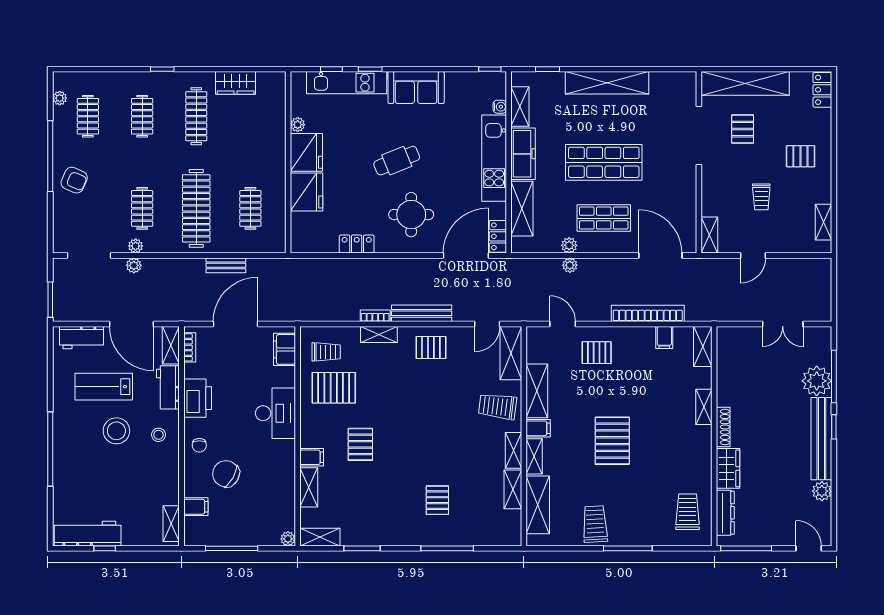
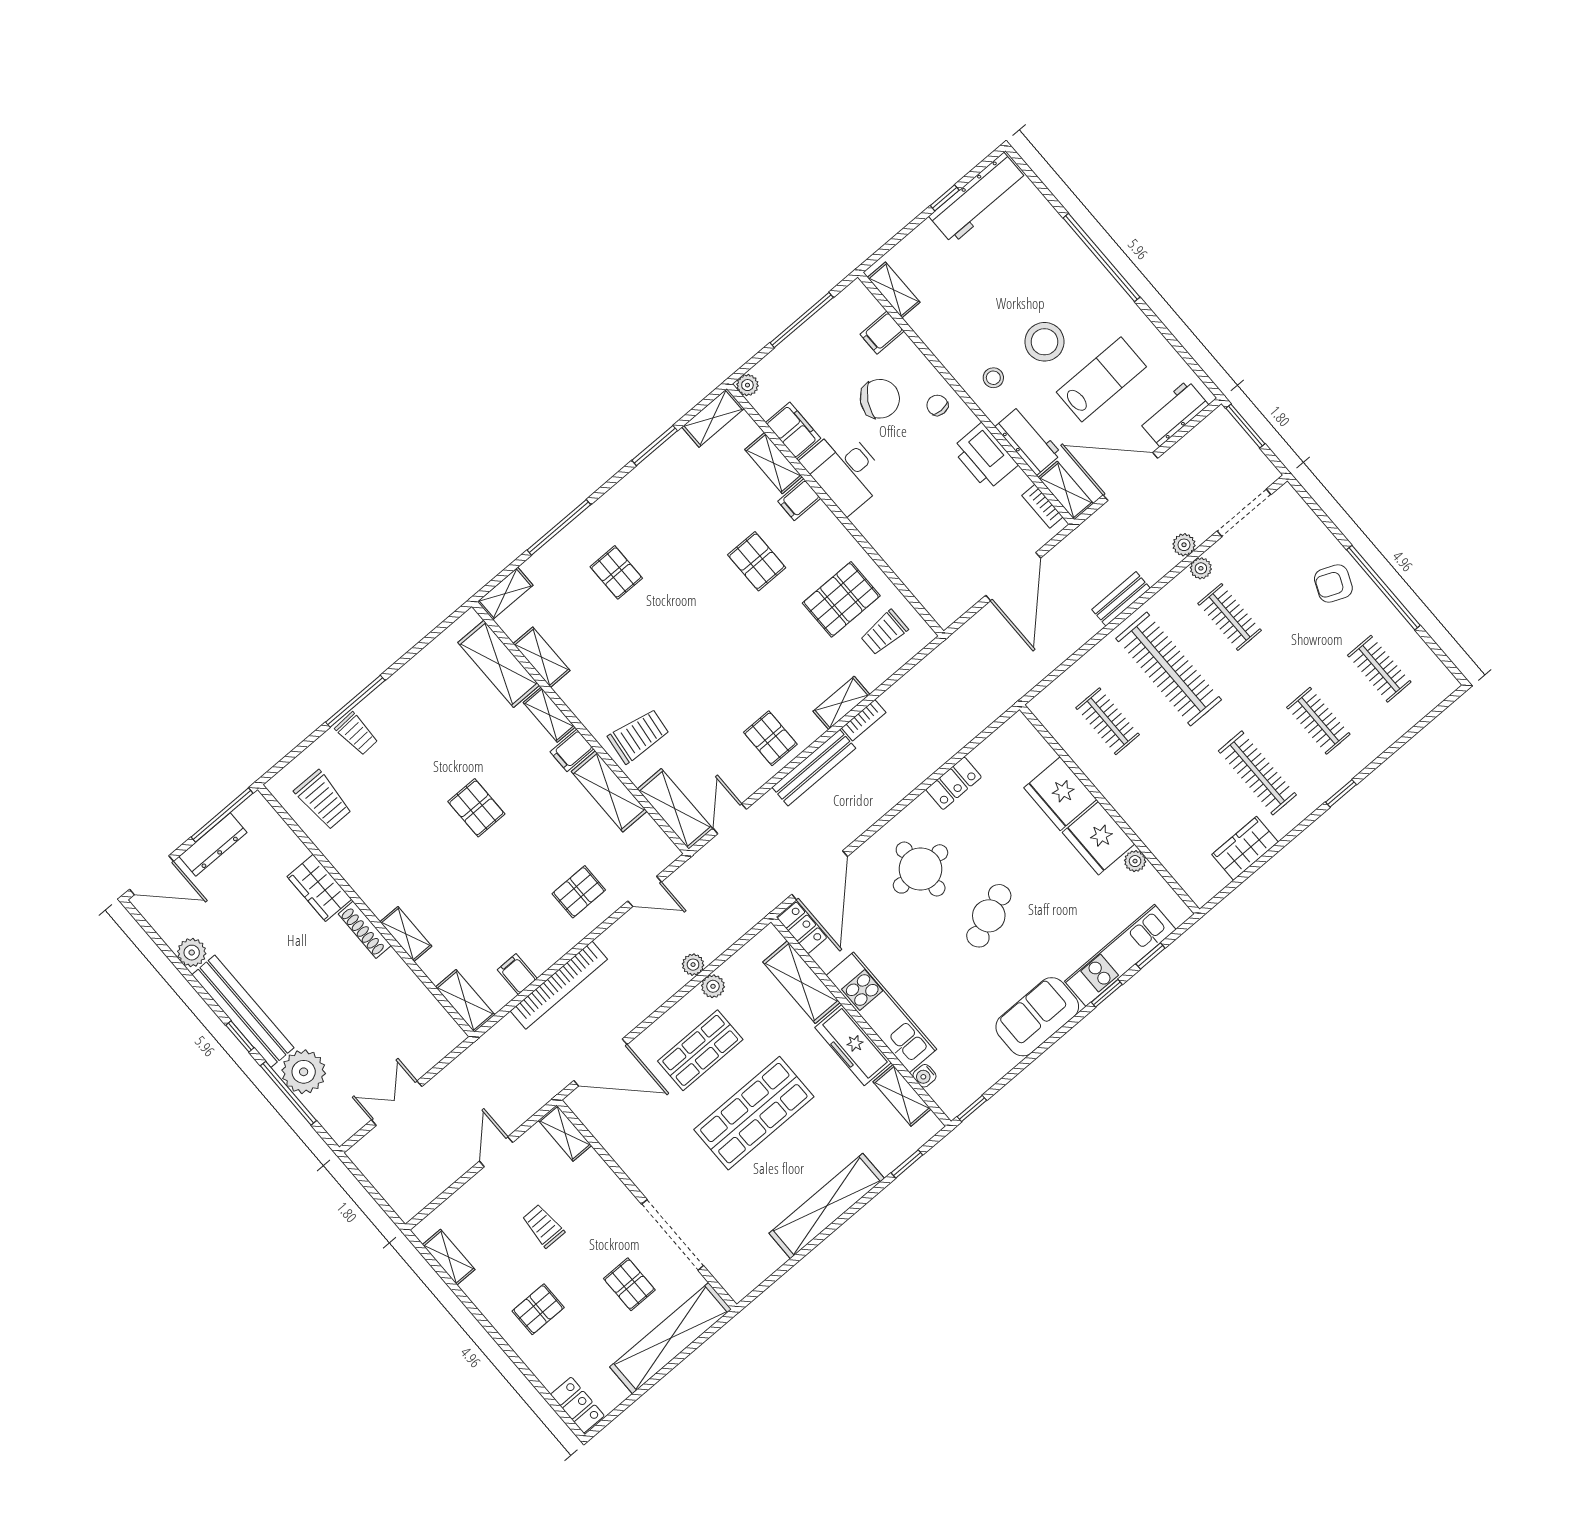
plant: (60, 98) -> (1429, 662), removed
bench: (226, 265) -> (1121, 599), moved
pallet: (431, 347) -> (770, 738), turned 90
filing cabinet: (284, 349) -> (793, 431), moved
desk: (275, 413) -> (845, 470), moved
pallet: (612, 441) -> (476, 808), width x0.67, depth x0.71
shelving: (514, 450) -> (505, 593), moved, turned 90
dresser: (725, 513) -> (213, 845), moved, turned -90
trolley: (595, 524) -> (357, 734), moved, width x0.73, depth x0.72
door: (809, 548) -> (152, 875), width x1.38

